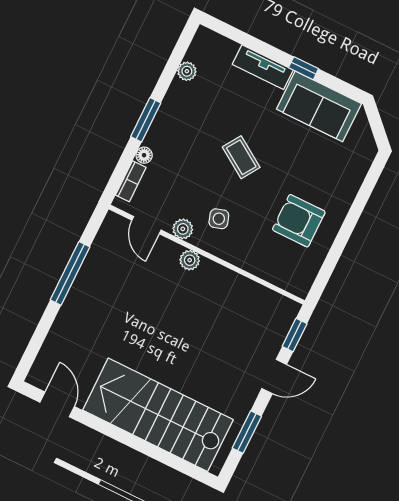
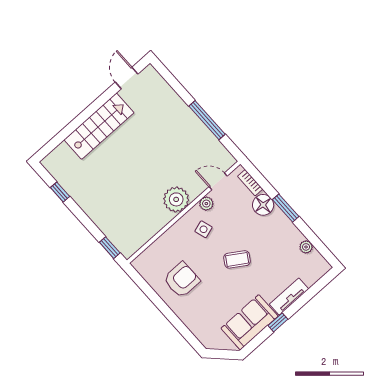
floor lamp: (144, 155) -> (263, 205), width x1.89, depth x1.89
plant: (190, 260) -> (176, 199), width x1.88, depth x1.88
door: (274, 377) -> (88, 224), removed
door: (57, 404) -> (127, 78), swing flipped
stairs: (158, 415) -> (99, 126), width x0.73, depth x0.66
window: (247, 432) -> (60, 192), width x0.67

